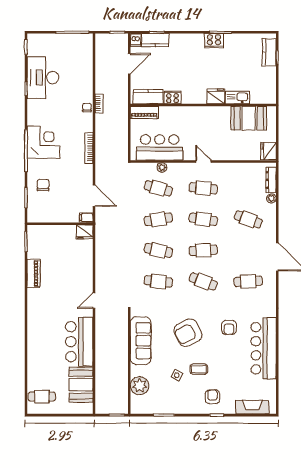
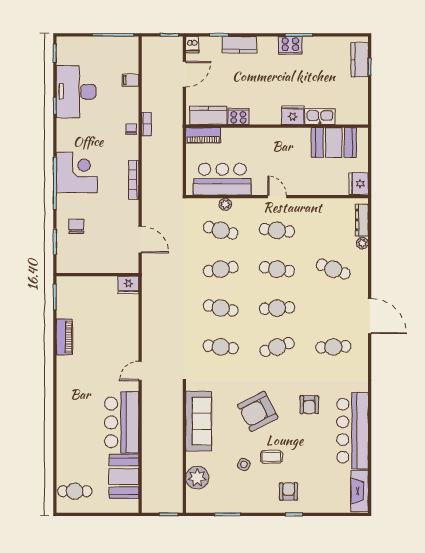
kitchen counter: (155, 40) -> (239, 45), moved
filing cabinet: (86, 218) -> (130, 80), moved
cafe table: (203, 281) -> (277, 347), turned -39
fireplace: (252, 407) -> (360, 491), moved, turned -90

